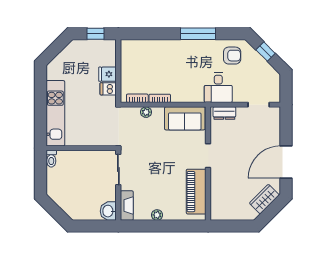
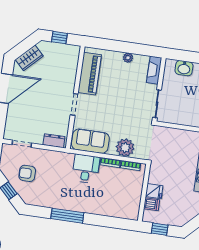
armchair: (232, 56) -> (27, 173), moved
desk: (218, 88) -> (86, 169), moved
dishwasher: (108, 89) -> (152, 204), moved
plant: (146, 112) -> (125, 148), width x1.88, depth x1.88
washbasin: (108, 211) -> (184, 68), moved, turned 90
window: (235, 226) -> (59, 38), added

